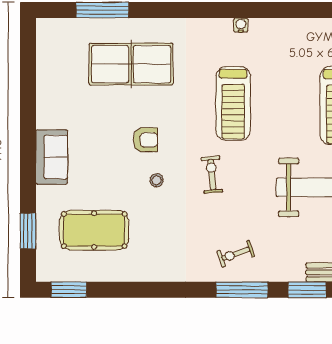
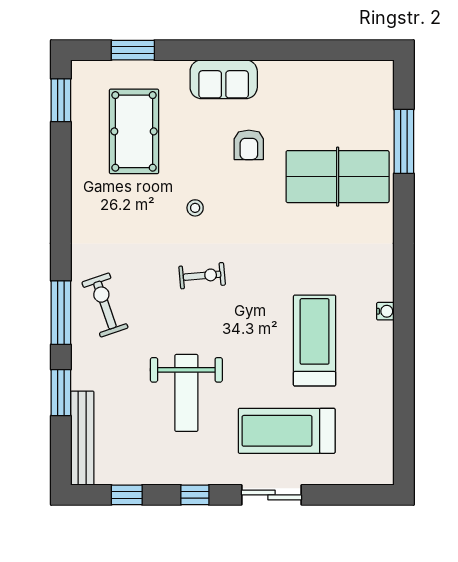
table tennis table: (131, 64) -> (338, 177), turned 90
treadmill: (233, 103) -> (315, 341), moved, turned 90
armchair: (145, 140) -> (249, 145), moved
exercise bike: (236, 254) -> (105, 305), width x1.38, depth x1.39

